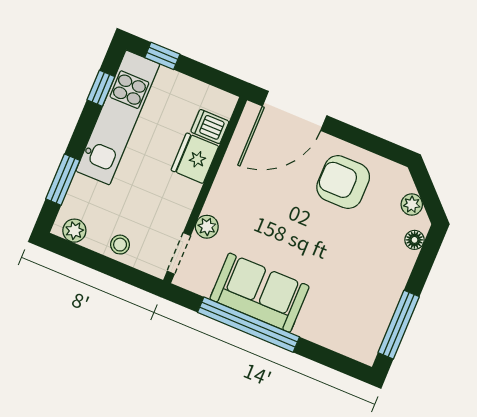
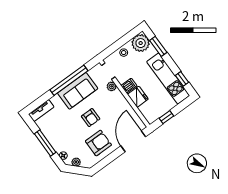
window: (162, 56) -> (166, 117), moved
dishwasher: (210, 127) -> (129, 86), moved
plant: (74, 231) -> (141, 43), width x1.88, depth x1.88
armchair: (299, 231) -> (91, 118), added
window: (399, 325) -> (45, 143), moved
tv unit: (348, 344) -> (41, 111), added

